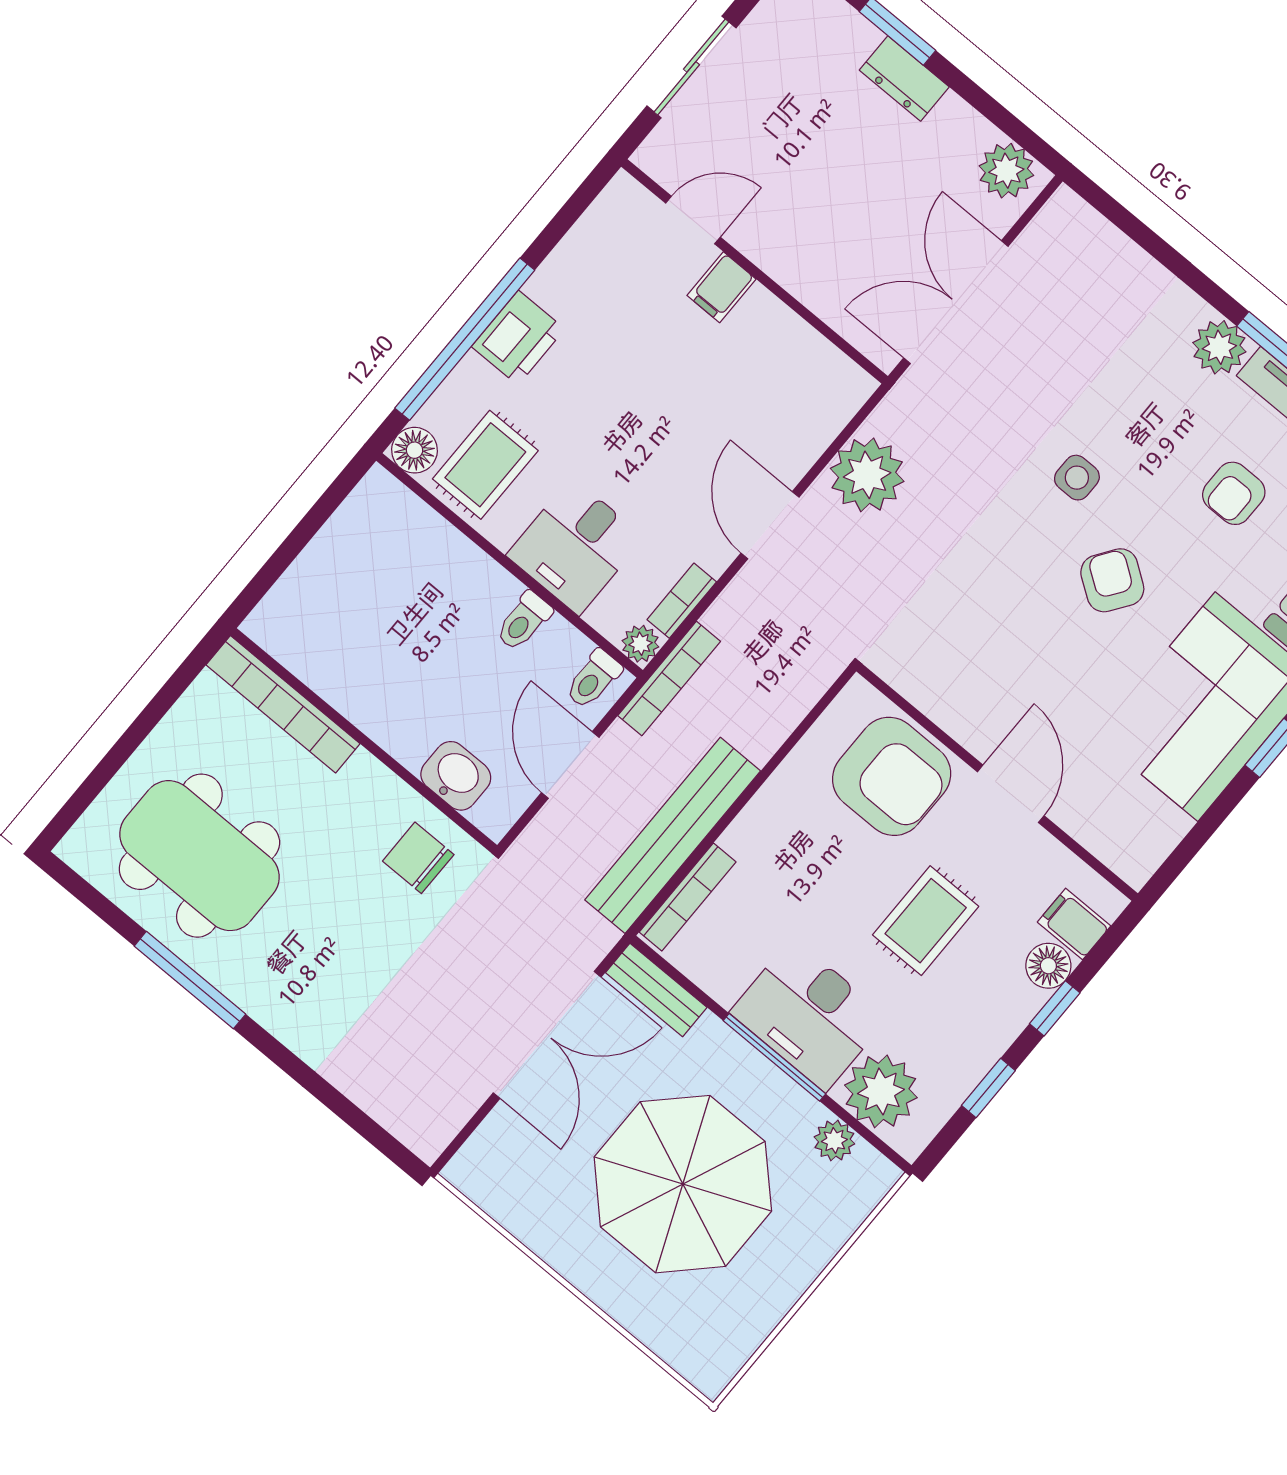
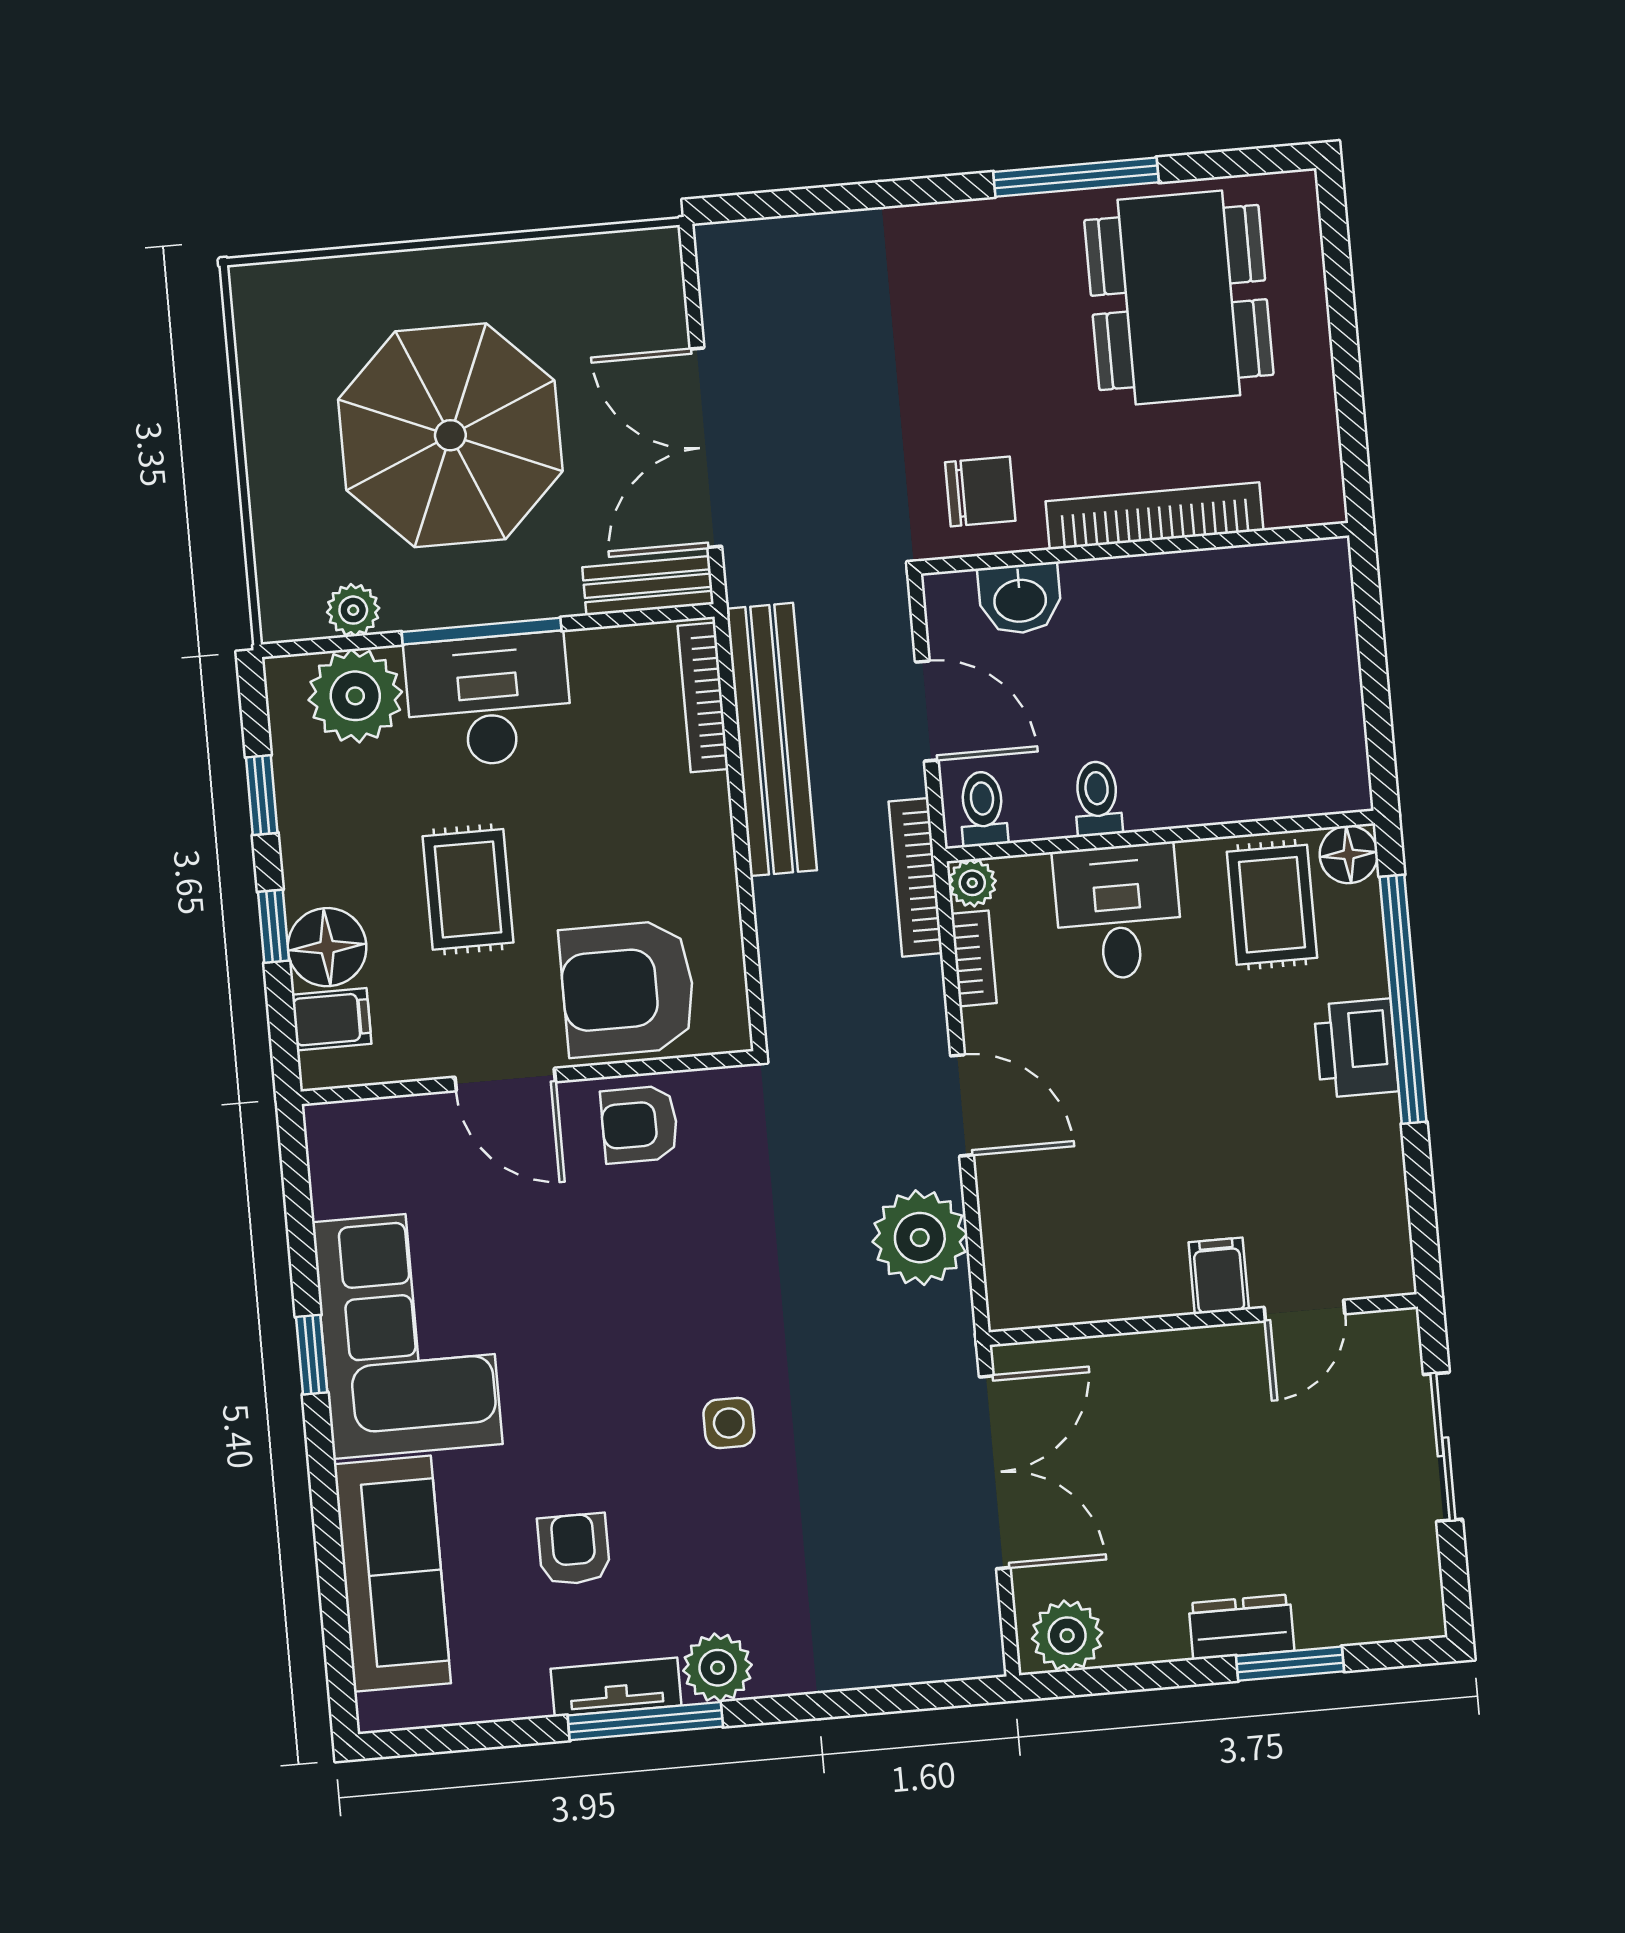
armchair: (1112, 580) -> (639, 1124), moved, turned 145
bookcase: (283, 704) -> (1154, 516), moved
dining table: (199, 856) -> (1179, 297), turned 90
floor lamp: (1048, 966) -> (327, 947), width x1.38, depth x1.38

